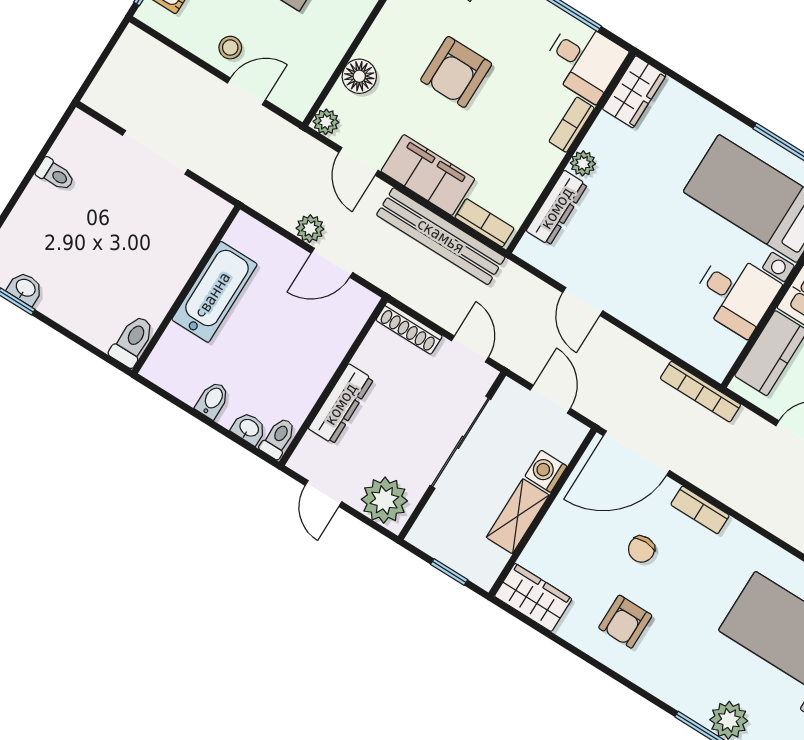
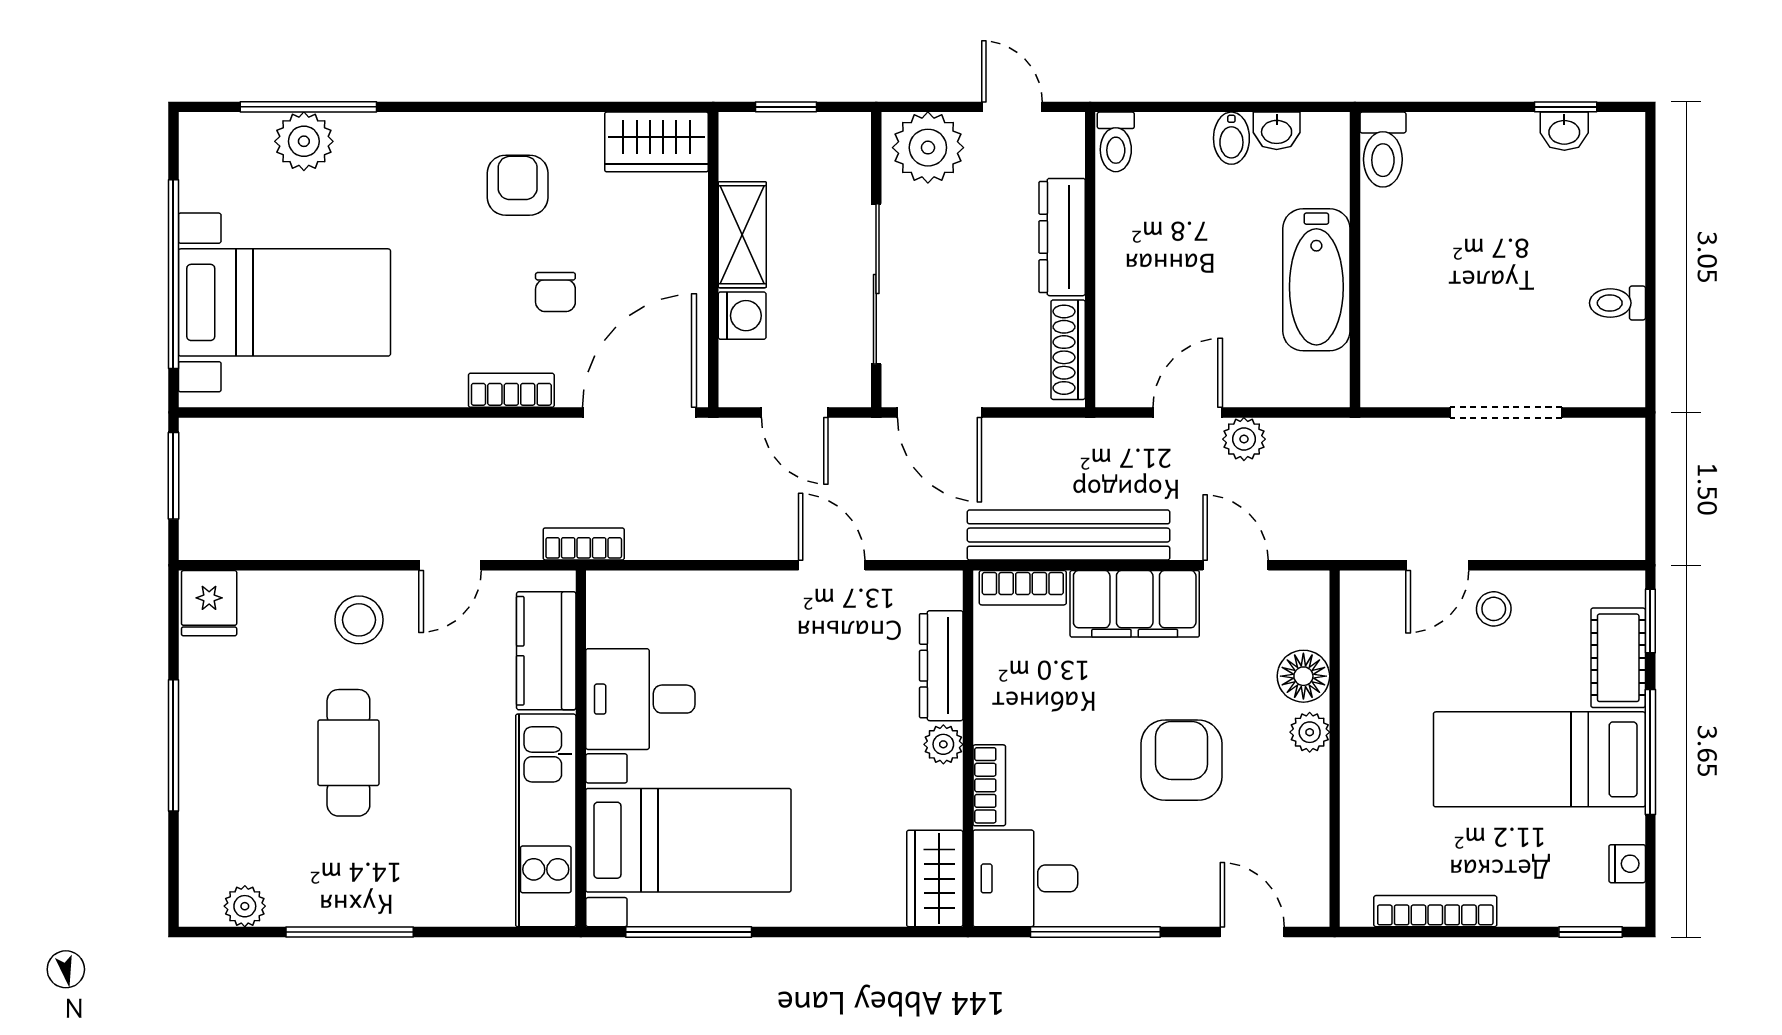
plant: (326, 122) -> (1310, 732), moved
shoe rack: (409, 328) -> (1068, 350), moved, turned -90
door: (470, 349) -> (939, 412), width x1.38
bookcase: (701, 392) -> (584, 544), width x0.64
washbasin: (249, 428) -> (1277, 131), moved
chair: (641, 549) -> (555, 292), turned 180

